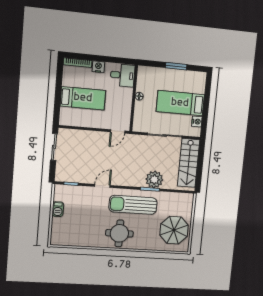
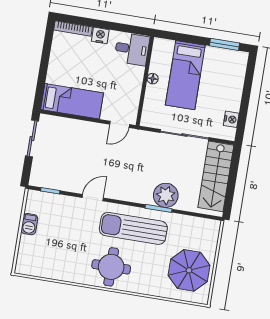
window: (176, 66) -> (225, 44), moved
bed: (83, 98) -> (72, 101), moved
bed: (180, 103) -> (185, 75), moved, turned -90

